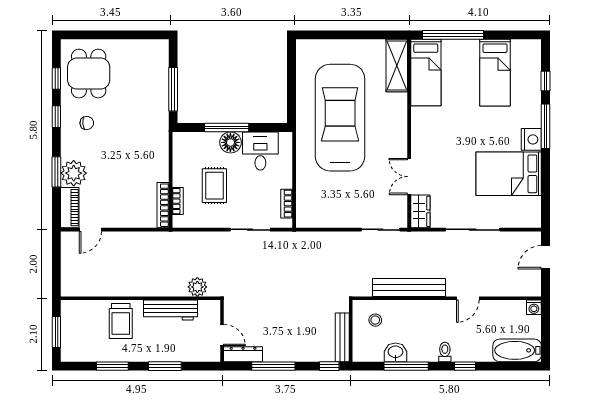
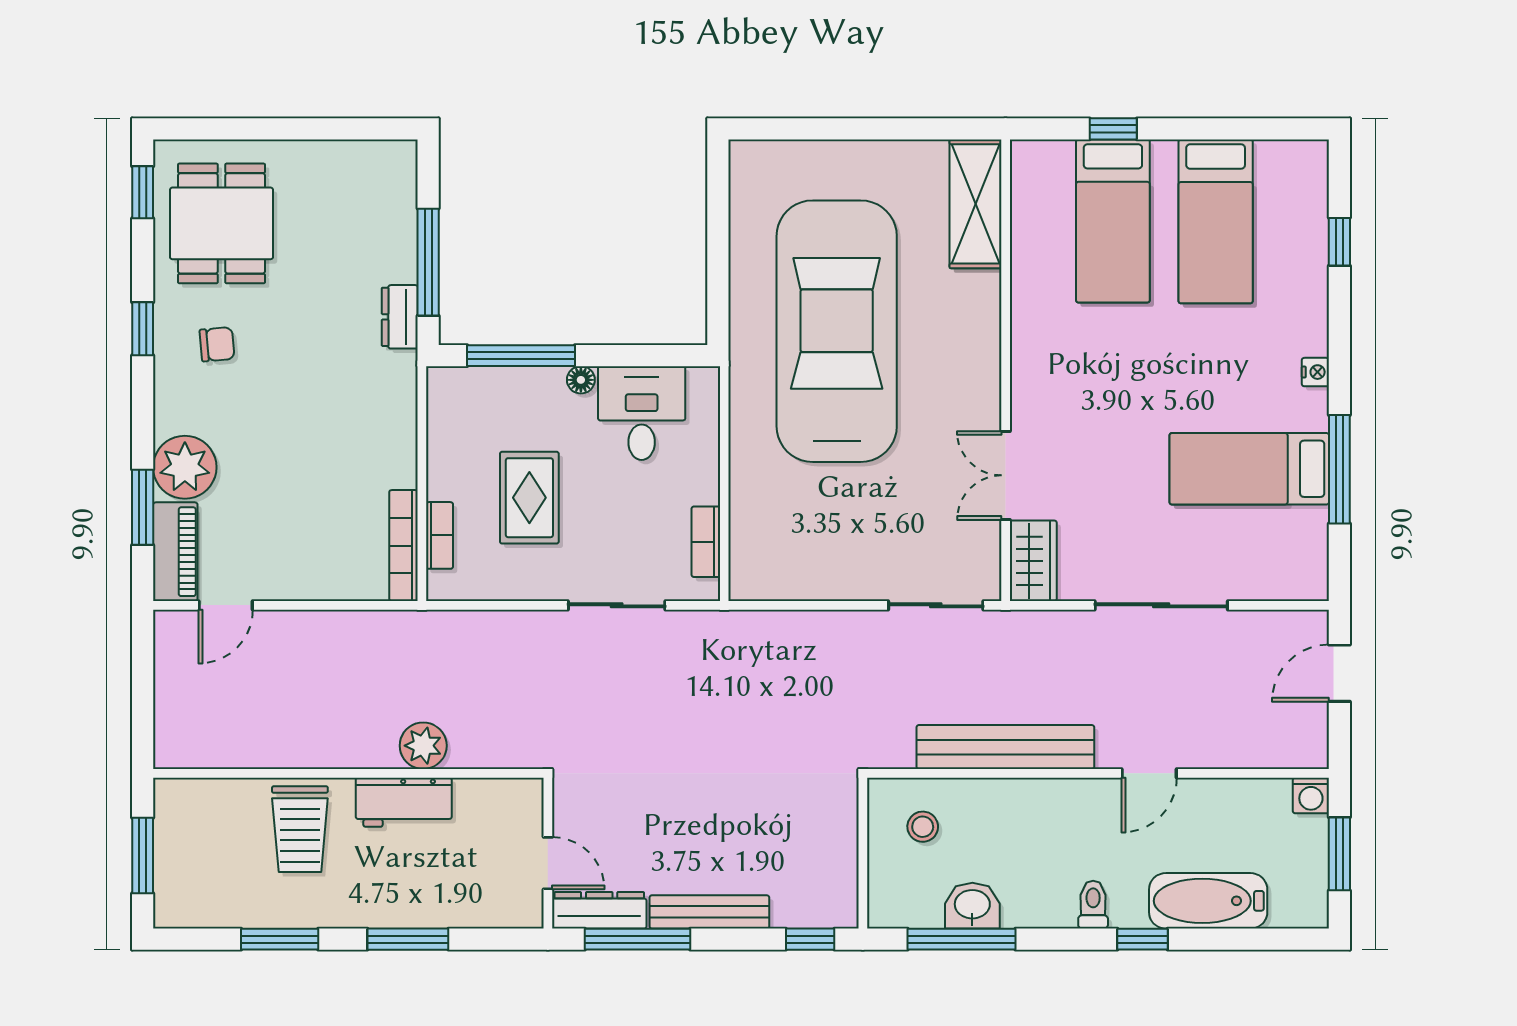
window: (453, 35) -> (1113, 129), width x0.32
bed: (426, 72) -> (1113, 221), moved
window: (56, 79) -> (143, 192), moved
dresser: (162, 112) -> (400, 317), added
window: (546, 126) -> (1339, 469), moved
window: (227, 128) -> (521, 356), moved
nightstand: (531, 139) -> (1315, 372), width x0.53, depth x0.56
floor lamp: (230, 142) -> (581, 380), width x0.53, depth x0.53
window: (56, 172) -> (143, 507), moved
bed: (509, 174) -> (1249, 469), width x0.67
plant: (197, 287) -> (423, 746), moved
workbench: (170, 310) -> (404, 802), width x0.73
window: (546, 331) -> (1339, 854), added
bench: (342, 337) -> (709, 912), moved, turned 90
bathtub: (517, 350) -> (1208, 901), moved
window: (273, 366) -> (637, 939), moved
window: (406, 366) -> (961, 939), moved

